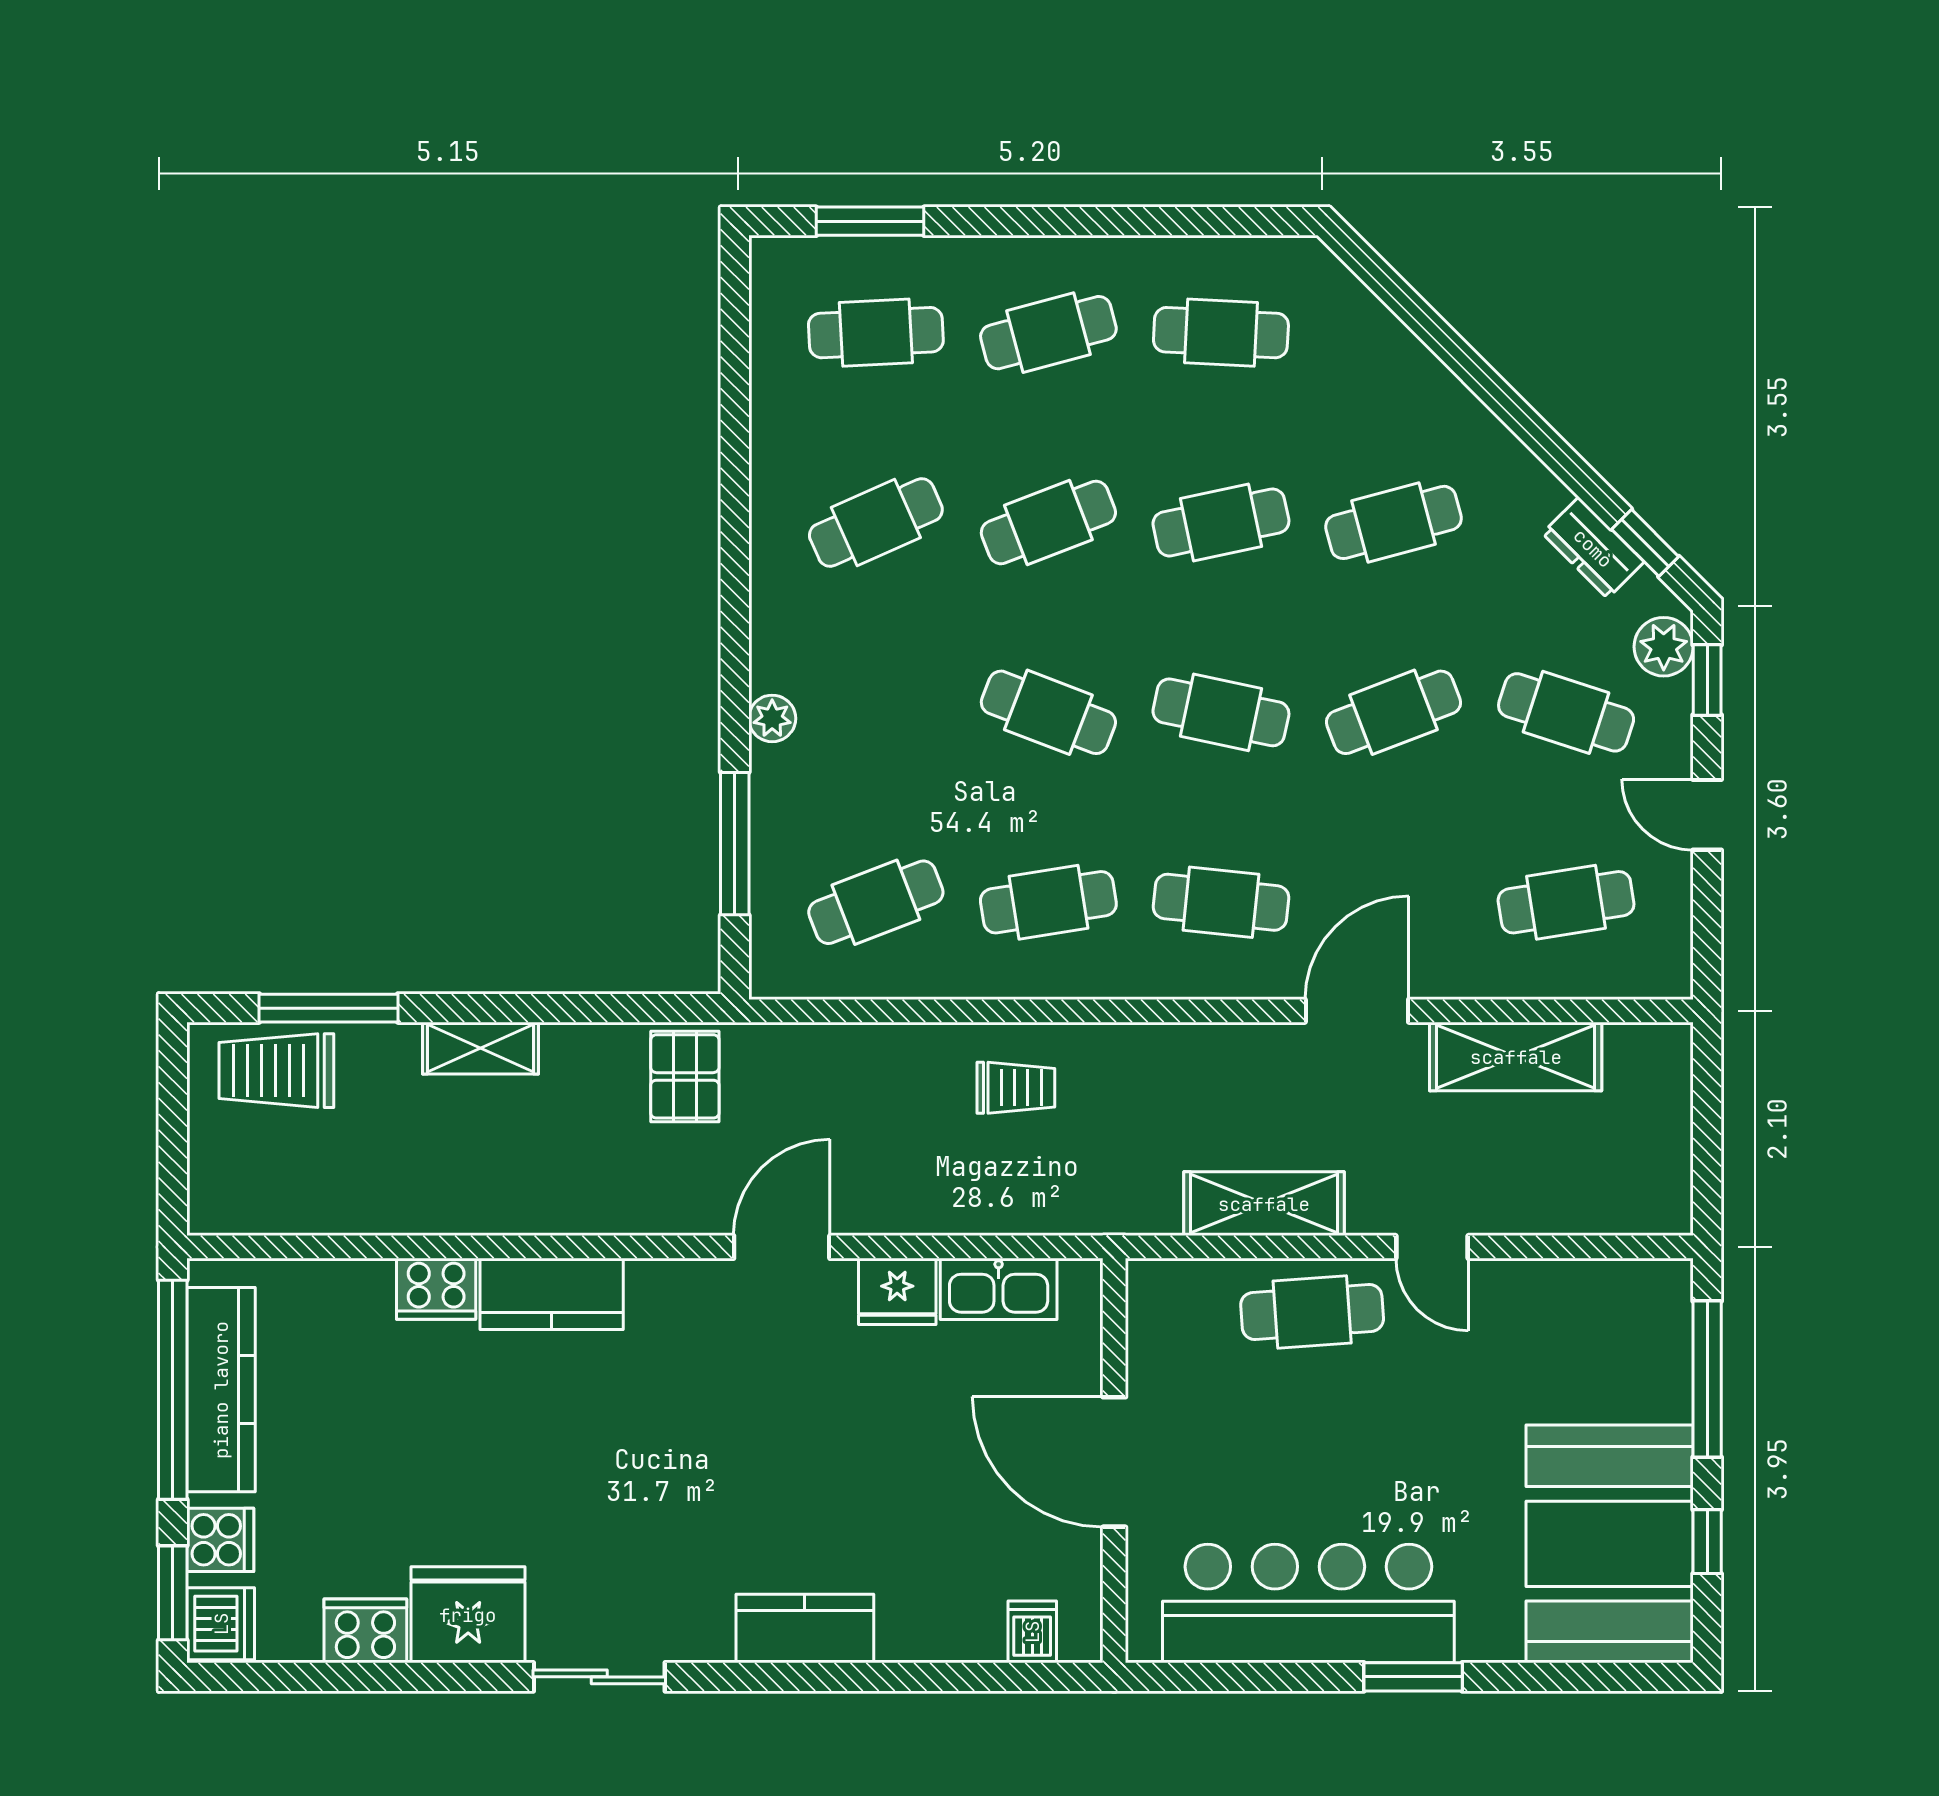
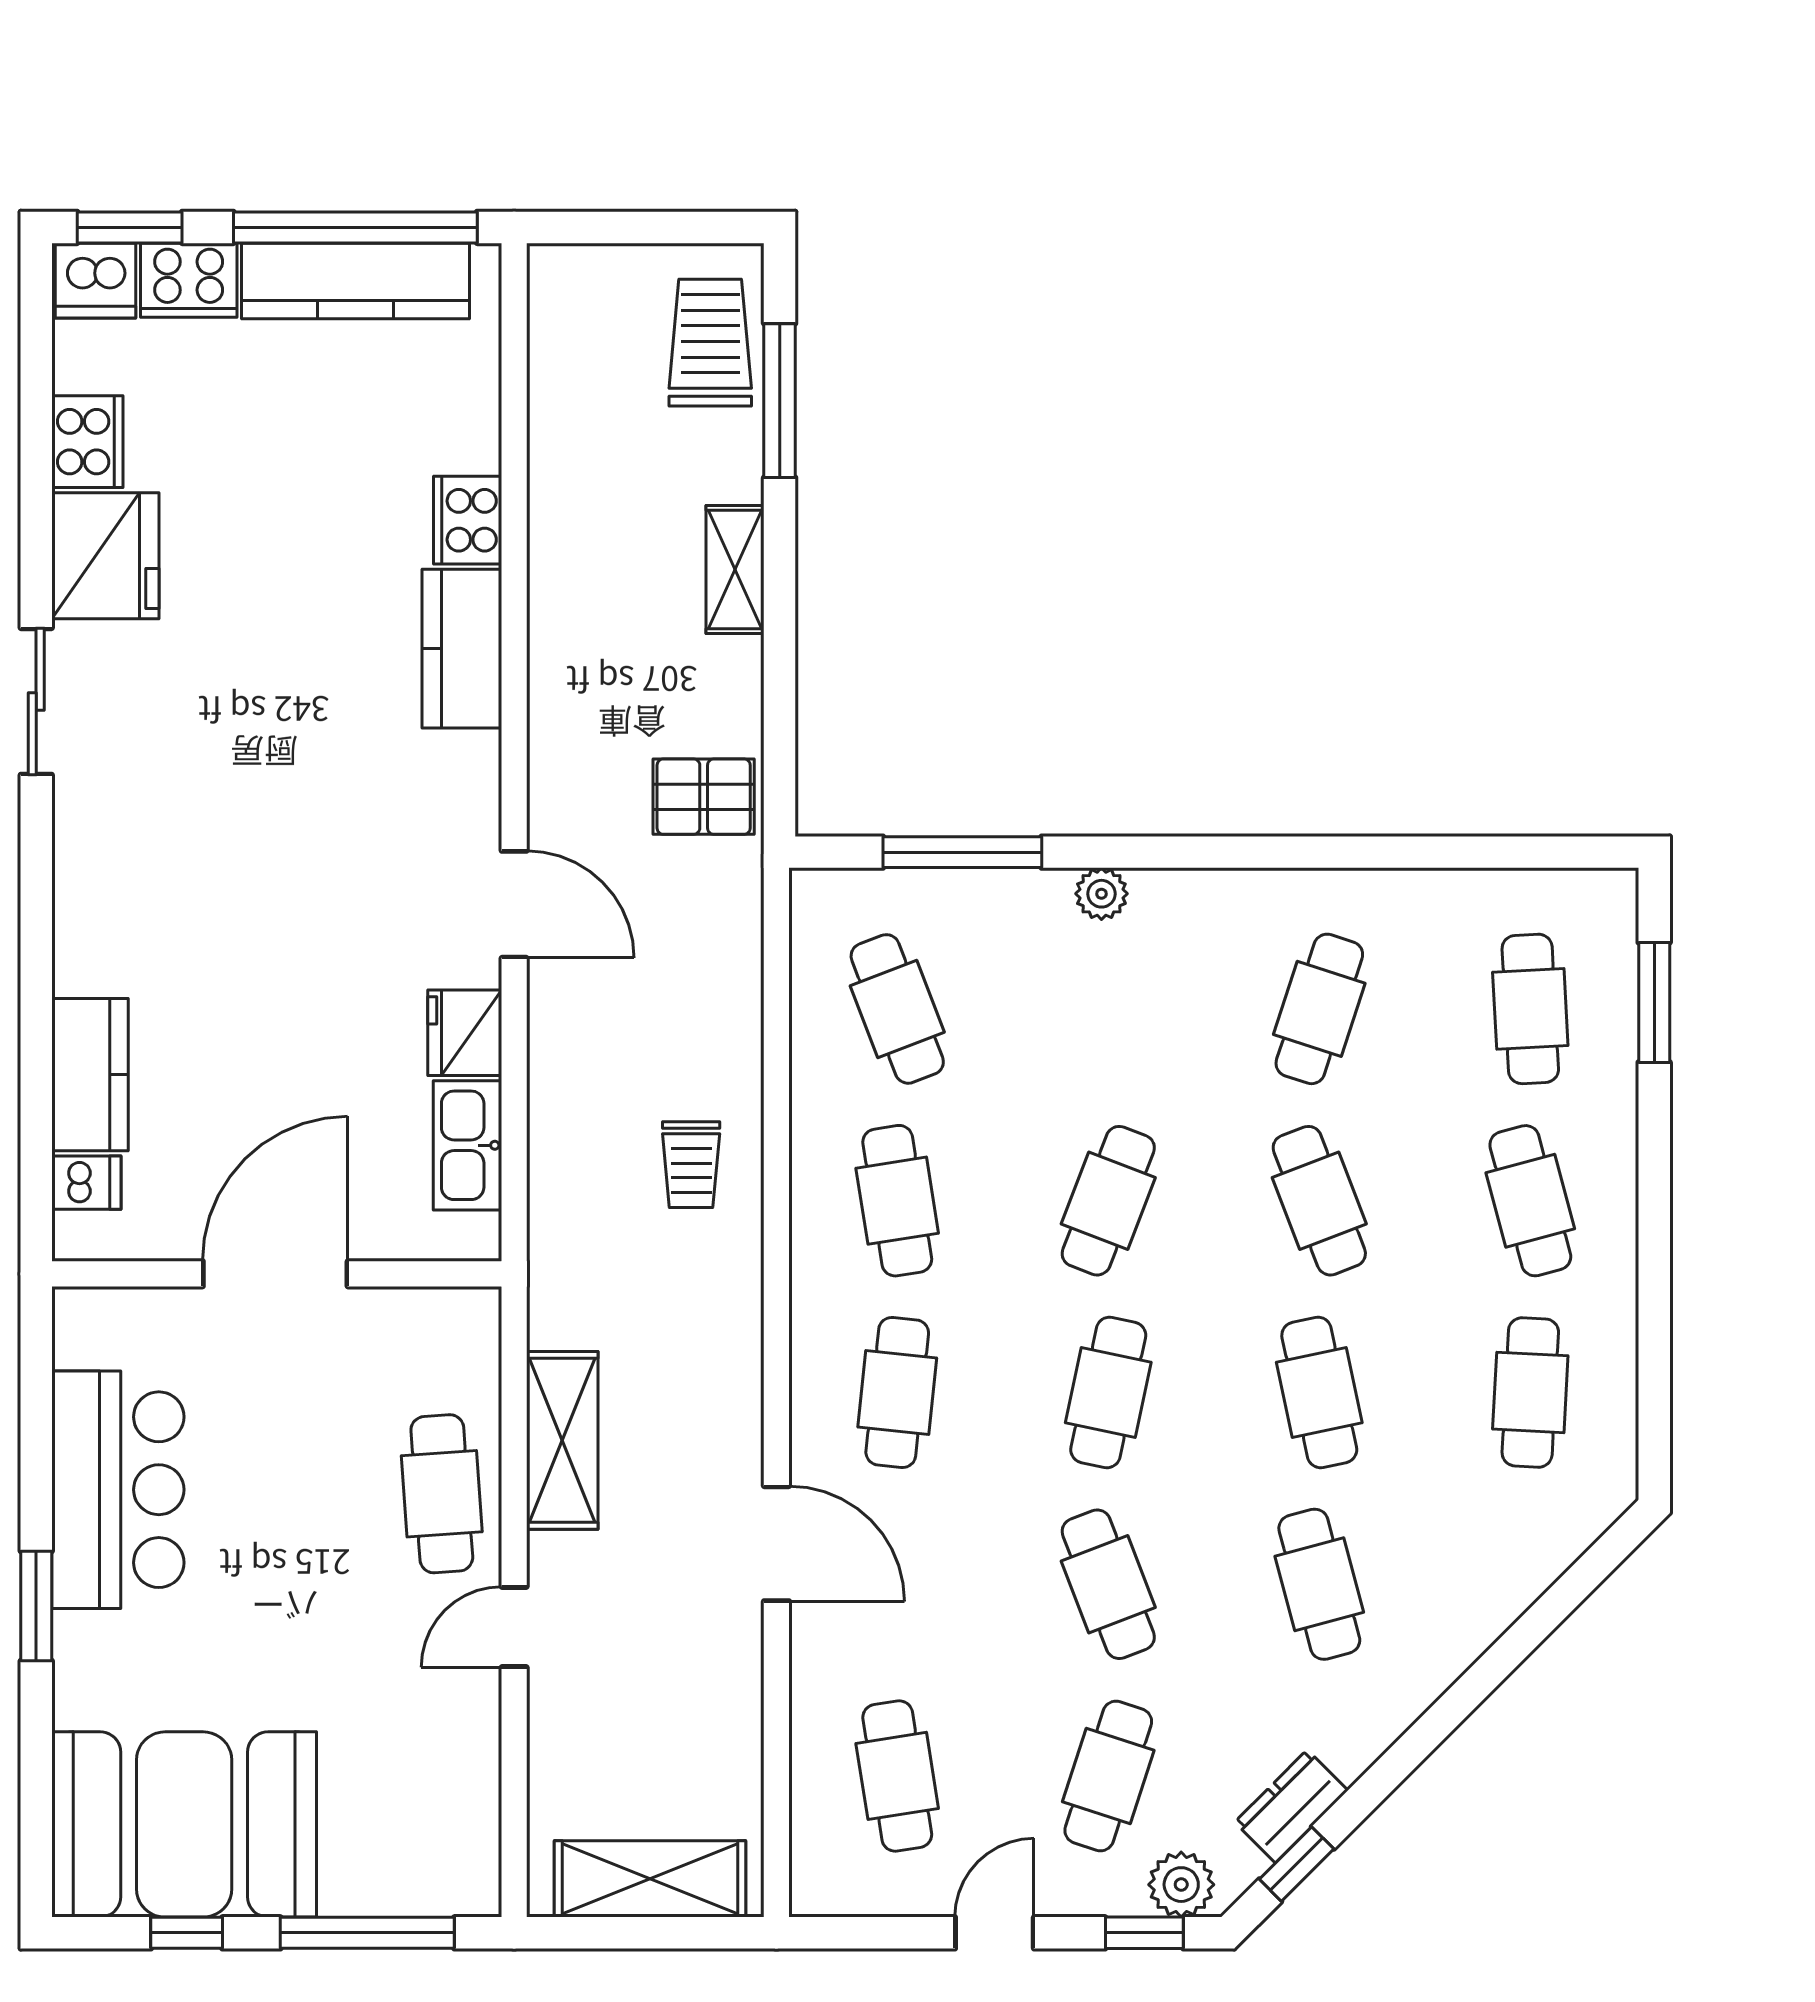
cafe table: (876, 522) -> (1319, 1009), turned 42
shelving: (1516, 1057) -> (650, 1879), moved, turned 90
cooker: (220, 1540) -> (189, 280), width x1.36
bar counter: (1308, 1603) -> (118, 1490), width x0.73
kitchen counter: (805, 1629) -> (90, 1075), moved

